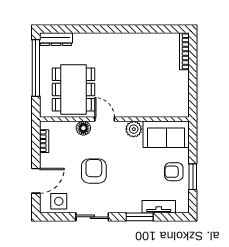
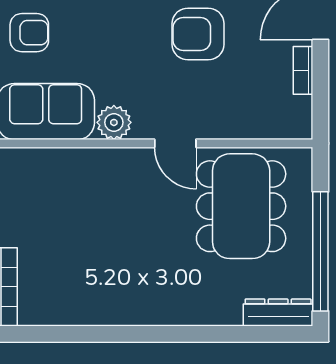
floor lamp: (83, 128) -> (220, 125), removed
bookcase: (44, 141) -> (303, 70), moved
armchair: (94, 171) -> (198, 34), turned 90

